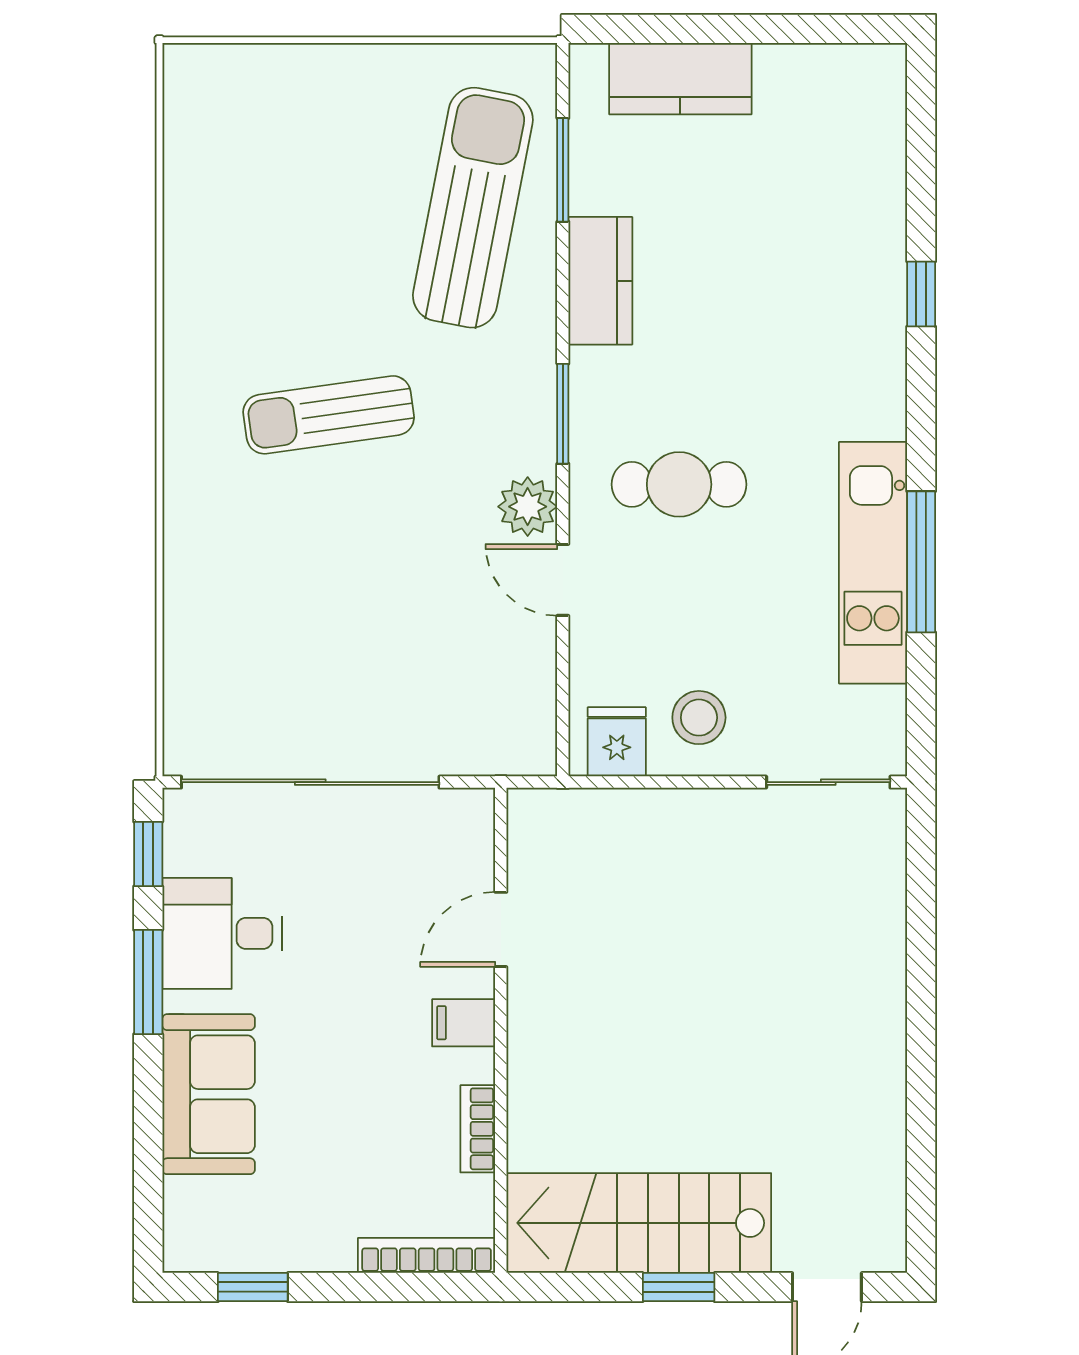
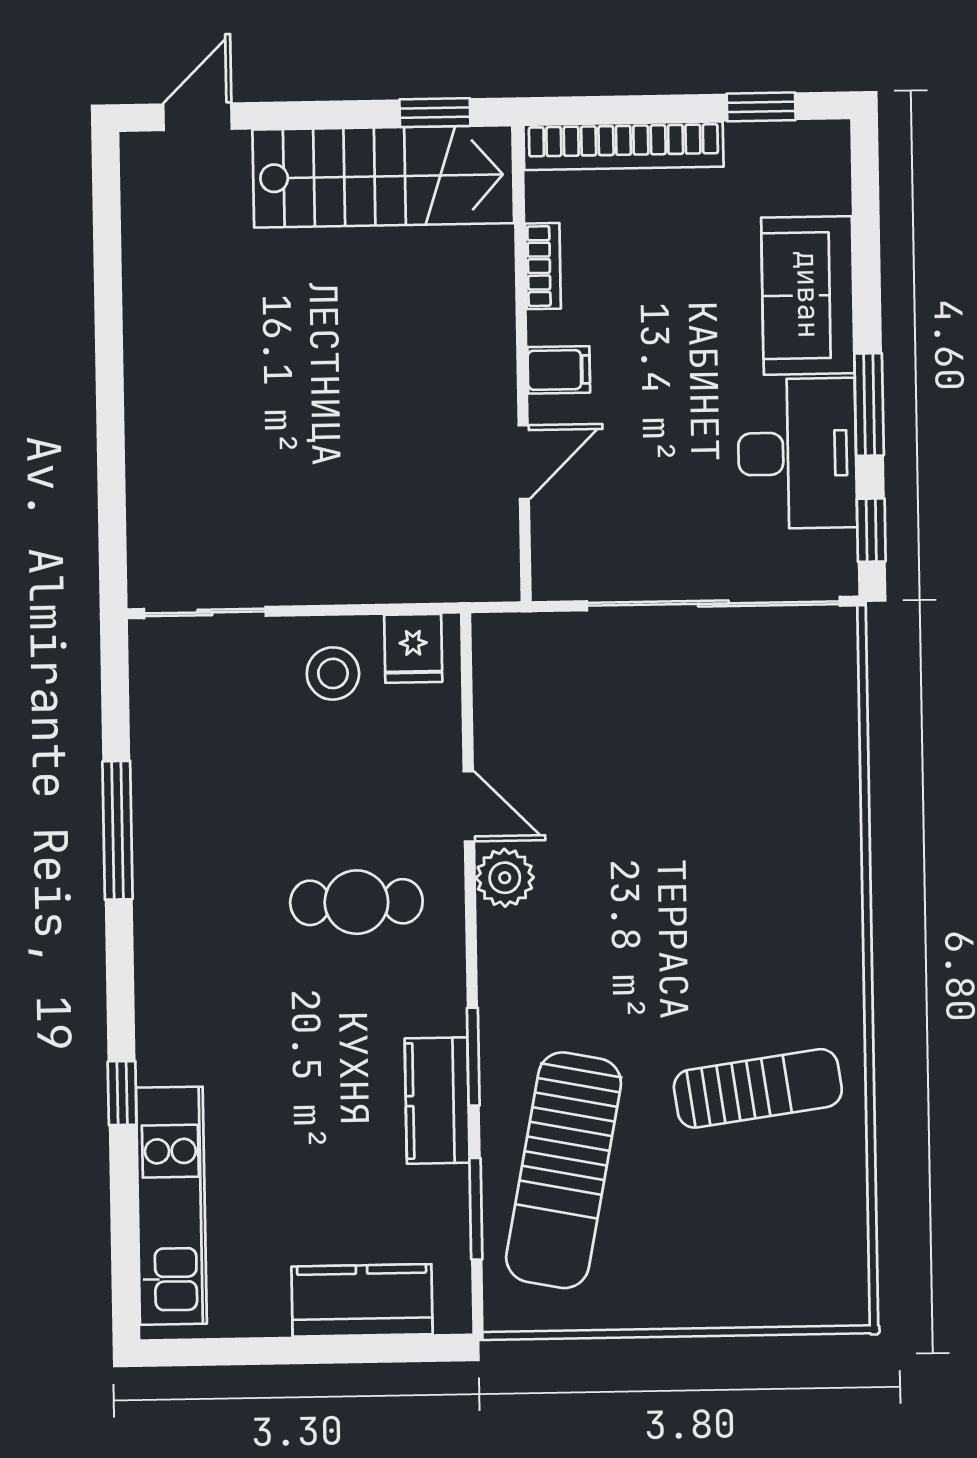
window: (563, 414) -> (473, 1057), moved
sun lounger: (329, 415) -> (758, 1088), moved
kitchen unit: (873, 563) -> (171, 1206), moved
desk: (222, 933) -> (797, 453), width x1.37
bookcase: (427, 1255) -> (623, 146), width x1.48, depth x1.31
window: (679, 1287) -> (435, 113), moved

